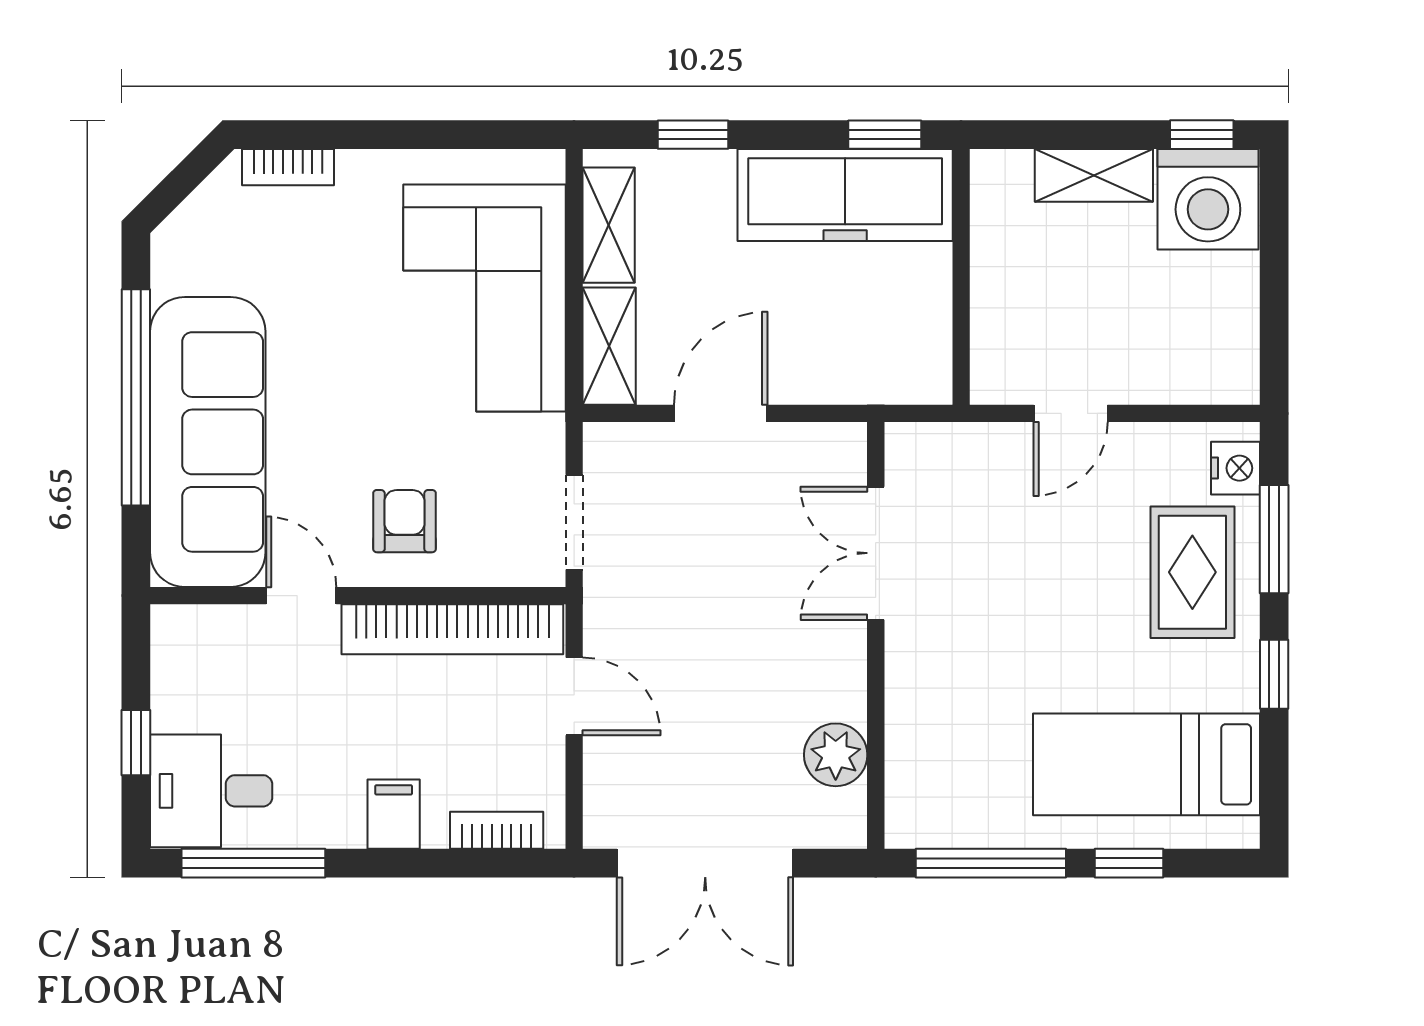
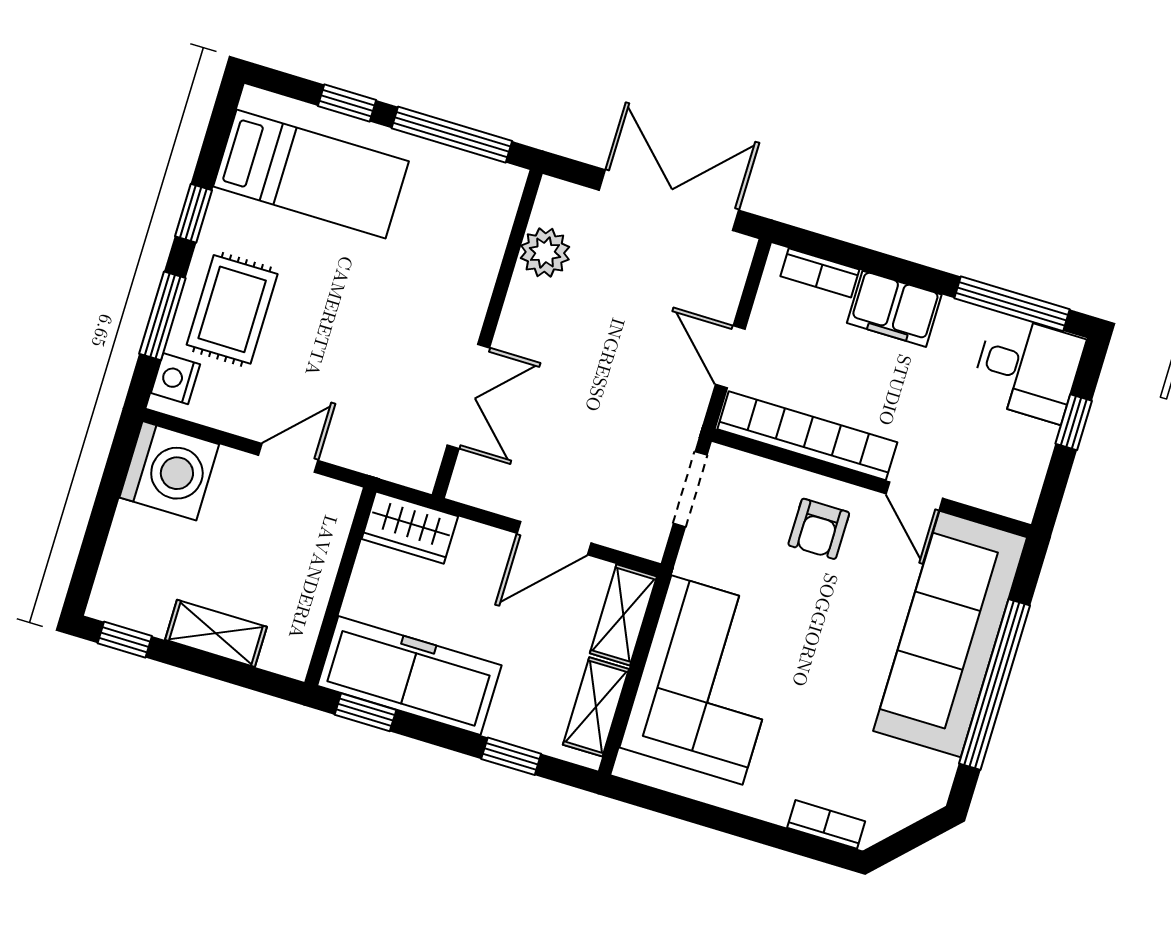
washing machine: (1208, 199) -> (169, 471), moved, turned 90
wardrobe: (899, 374) -> (410, 528), added
filing cabinet: (394, 814) -> (894, 309), width x2.00

